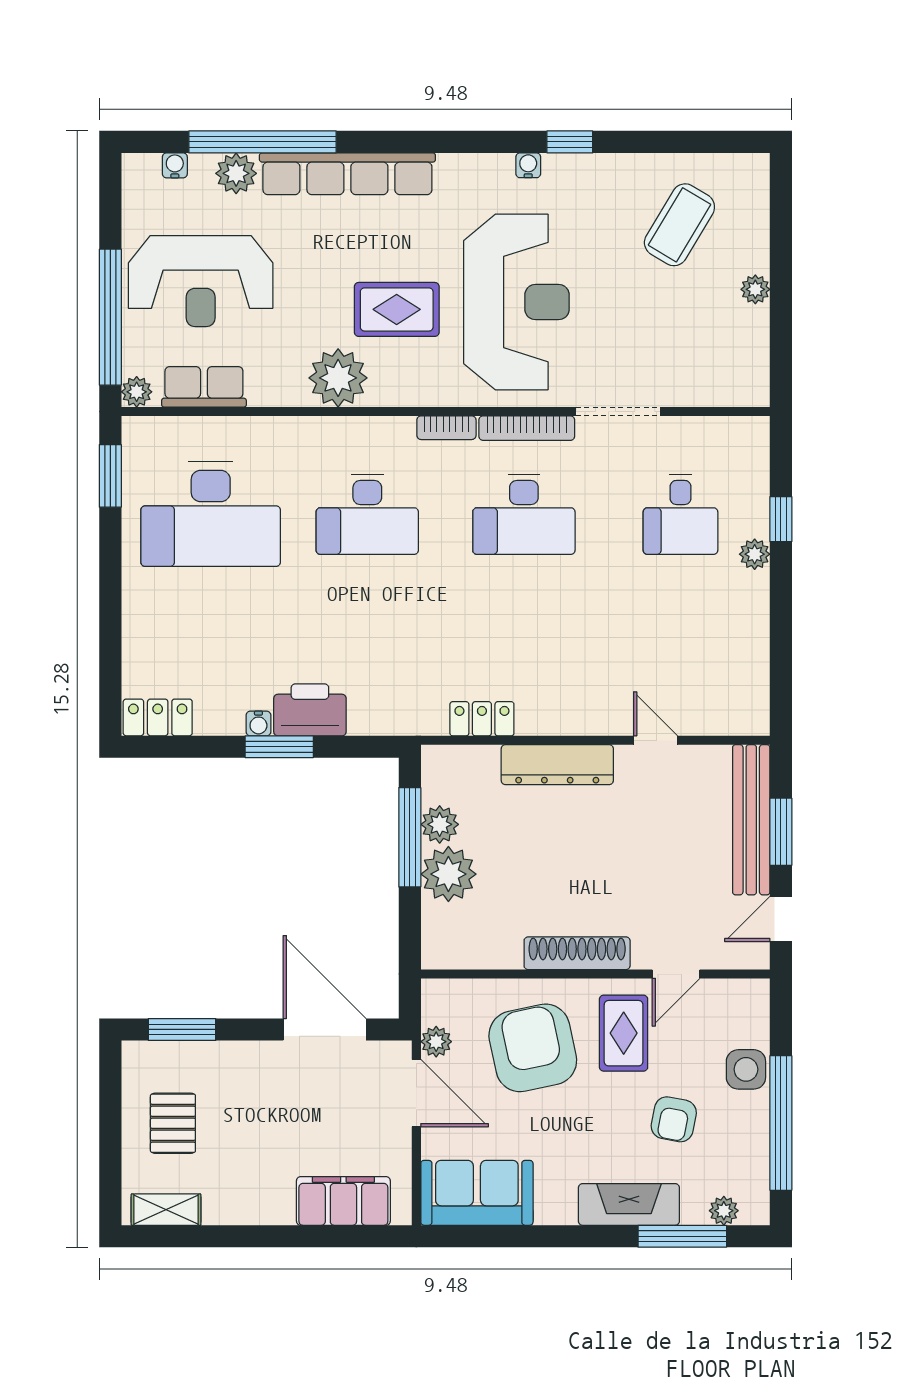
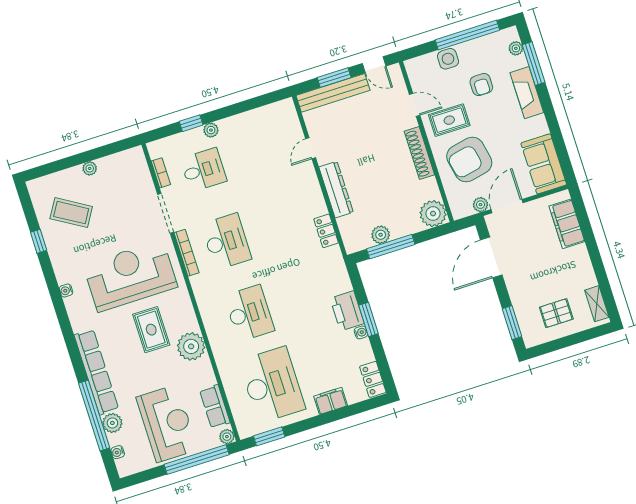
window: (570, 142) -> (39, 241), moved
bookcase: (446, 428) -> (161, 173), moved
filing cabinet: (142, 620) -> (331, 401), added
plant: (448, 874) -> (433, 214), moved
armchair: (674, 1119) -> (481, 85), turned 79

